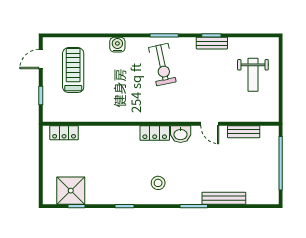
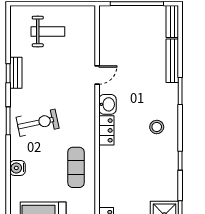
exercise mat: (118, 103) -> (76, 167), added
bench: (244, 132) -> (172, 22), moved

